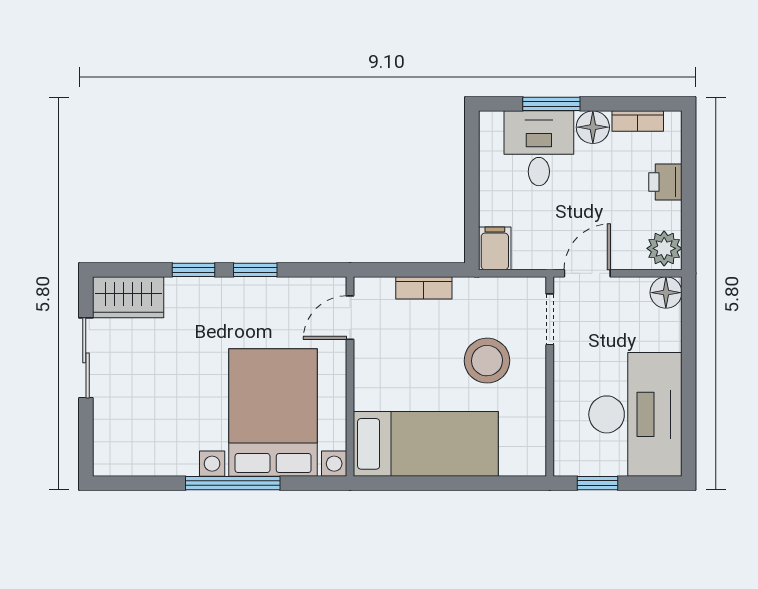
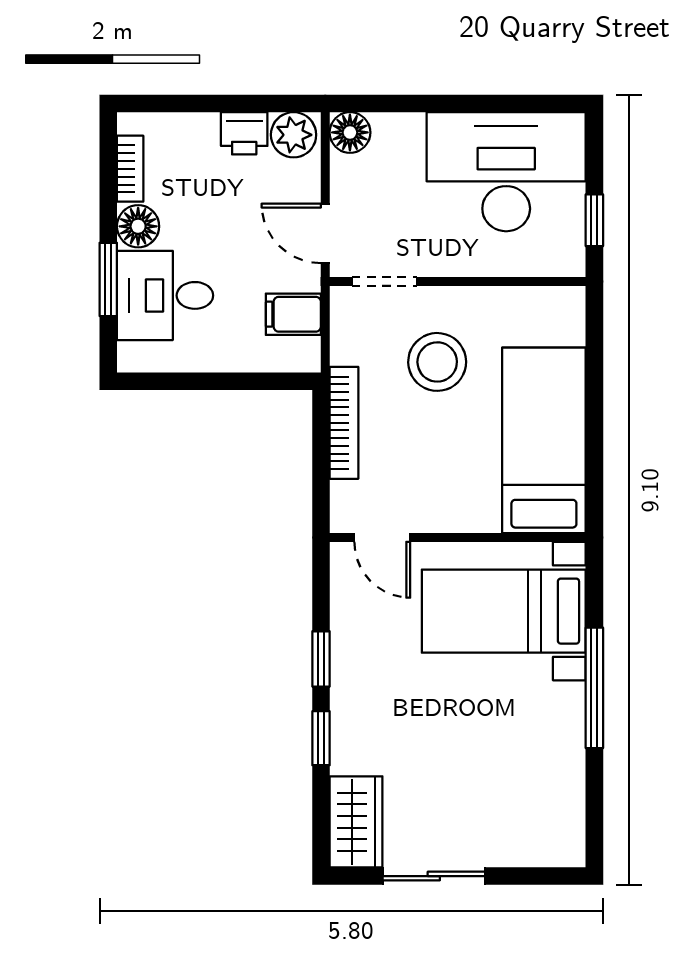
printer: (665, 182) -> (244, 133), moved
filing cabinet: (495, 248) -> (293, 314), moved
bookcase: (424, 288) -> (344, 423), width x1.56
bed with nightstands: (273, 412) -> (504, 611), width x0.73

